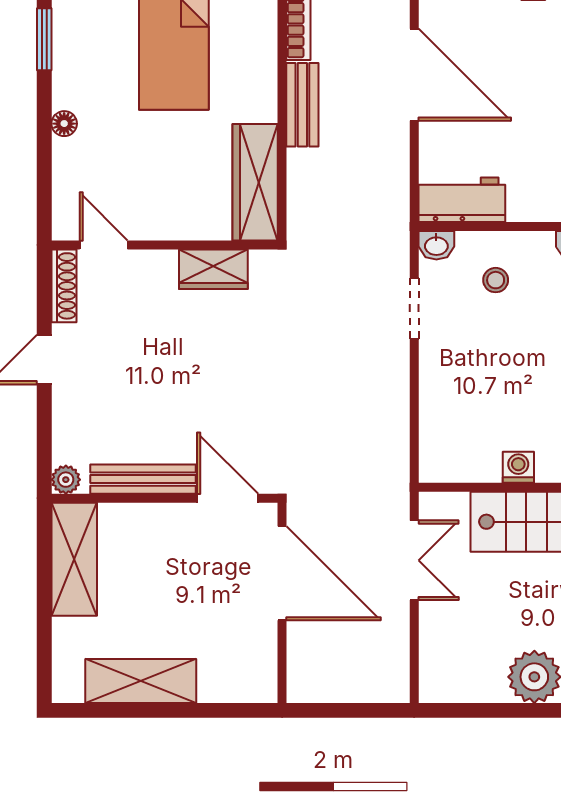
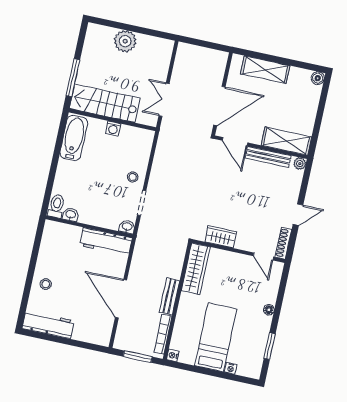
workbench: (462, 200) -> (106, 242), width x1.37
stool: (496, 280) -> (133, 177), moved
shelving: (74, 559) -> (286, 141), moved, turned 90
door: (282, 573) -> (219, 106), swing flipped
shelving: (141, 681) -> (265, 70), moved
boiler: (67, 688) -> (318, 78), added

